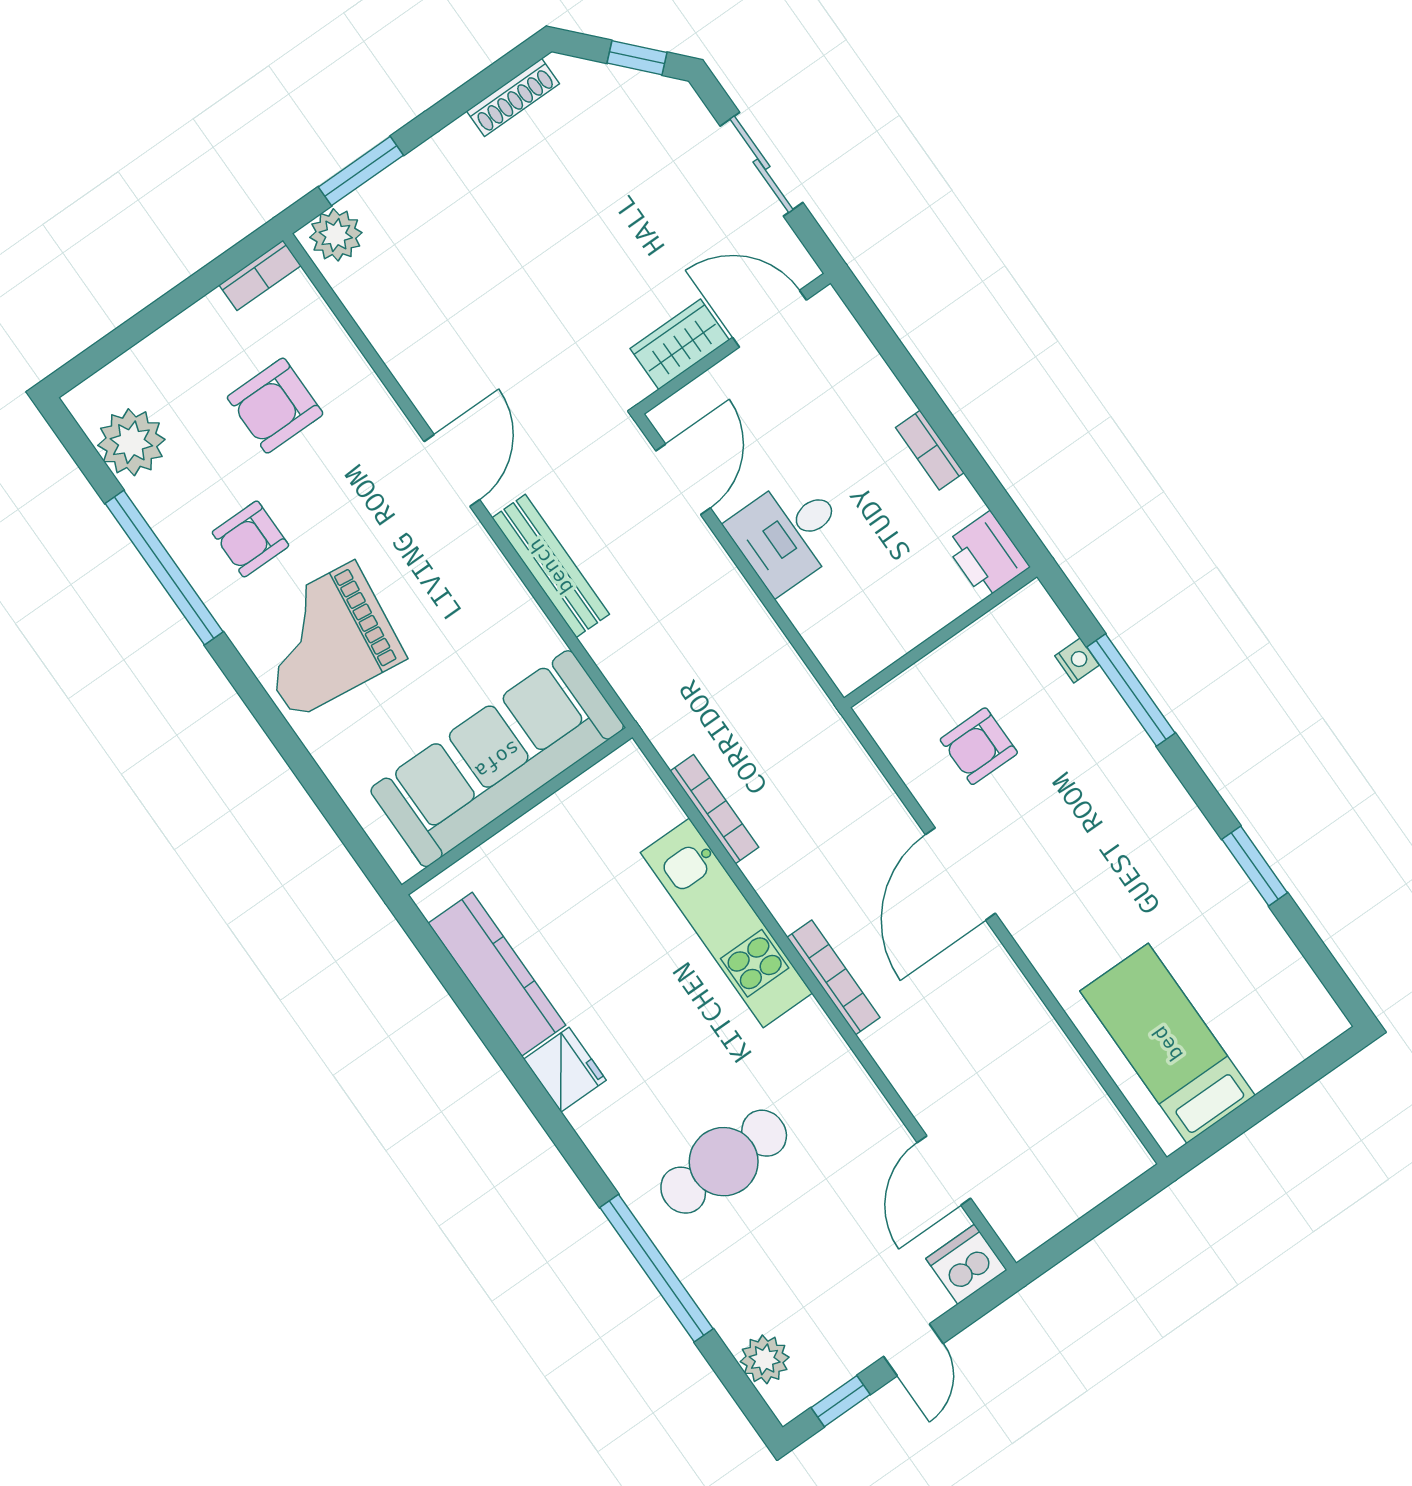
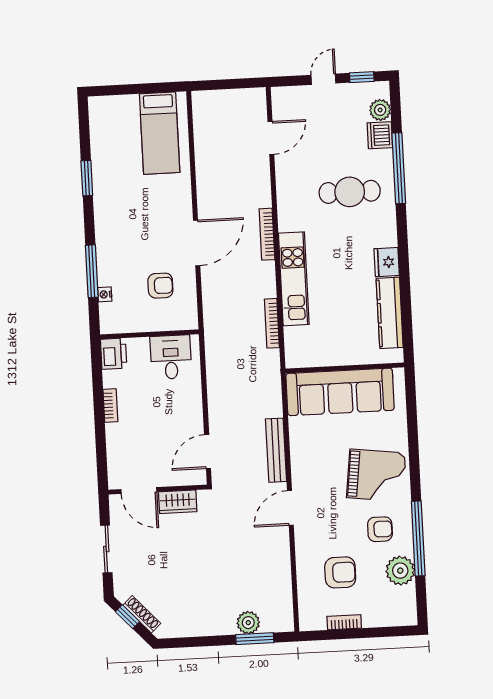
shoe rack: (513, 97) -> (142, 614), moved, turned 47
plant: (336, 235) -> (248, 623), moved
bookcase: (260, 275) -> (344, 622), moved
plant: (131, 442) -> (400, 571), moved
desk: (789, 533) -> (171, 357), moved, turned -90
dishwasher: (966, 1264) -> (380, 135), moved, turned 90

